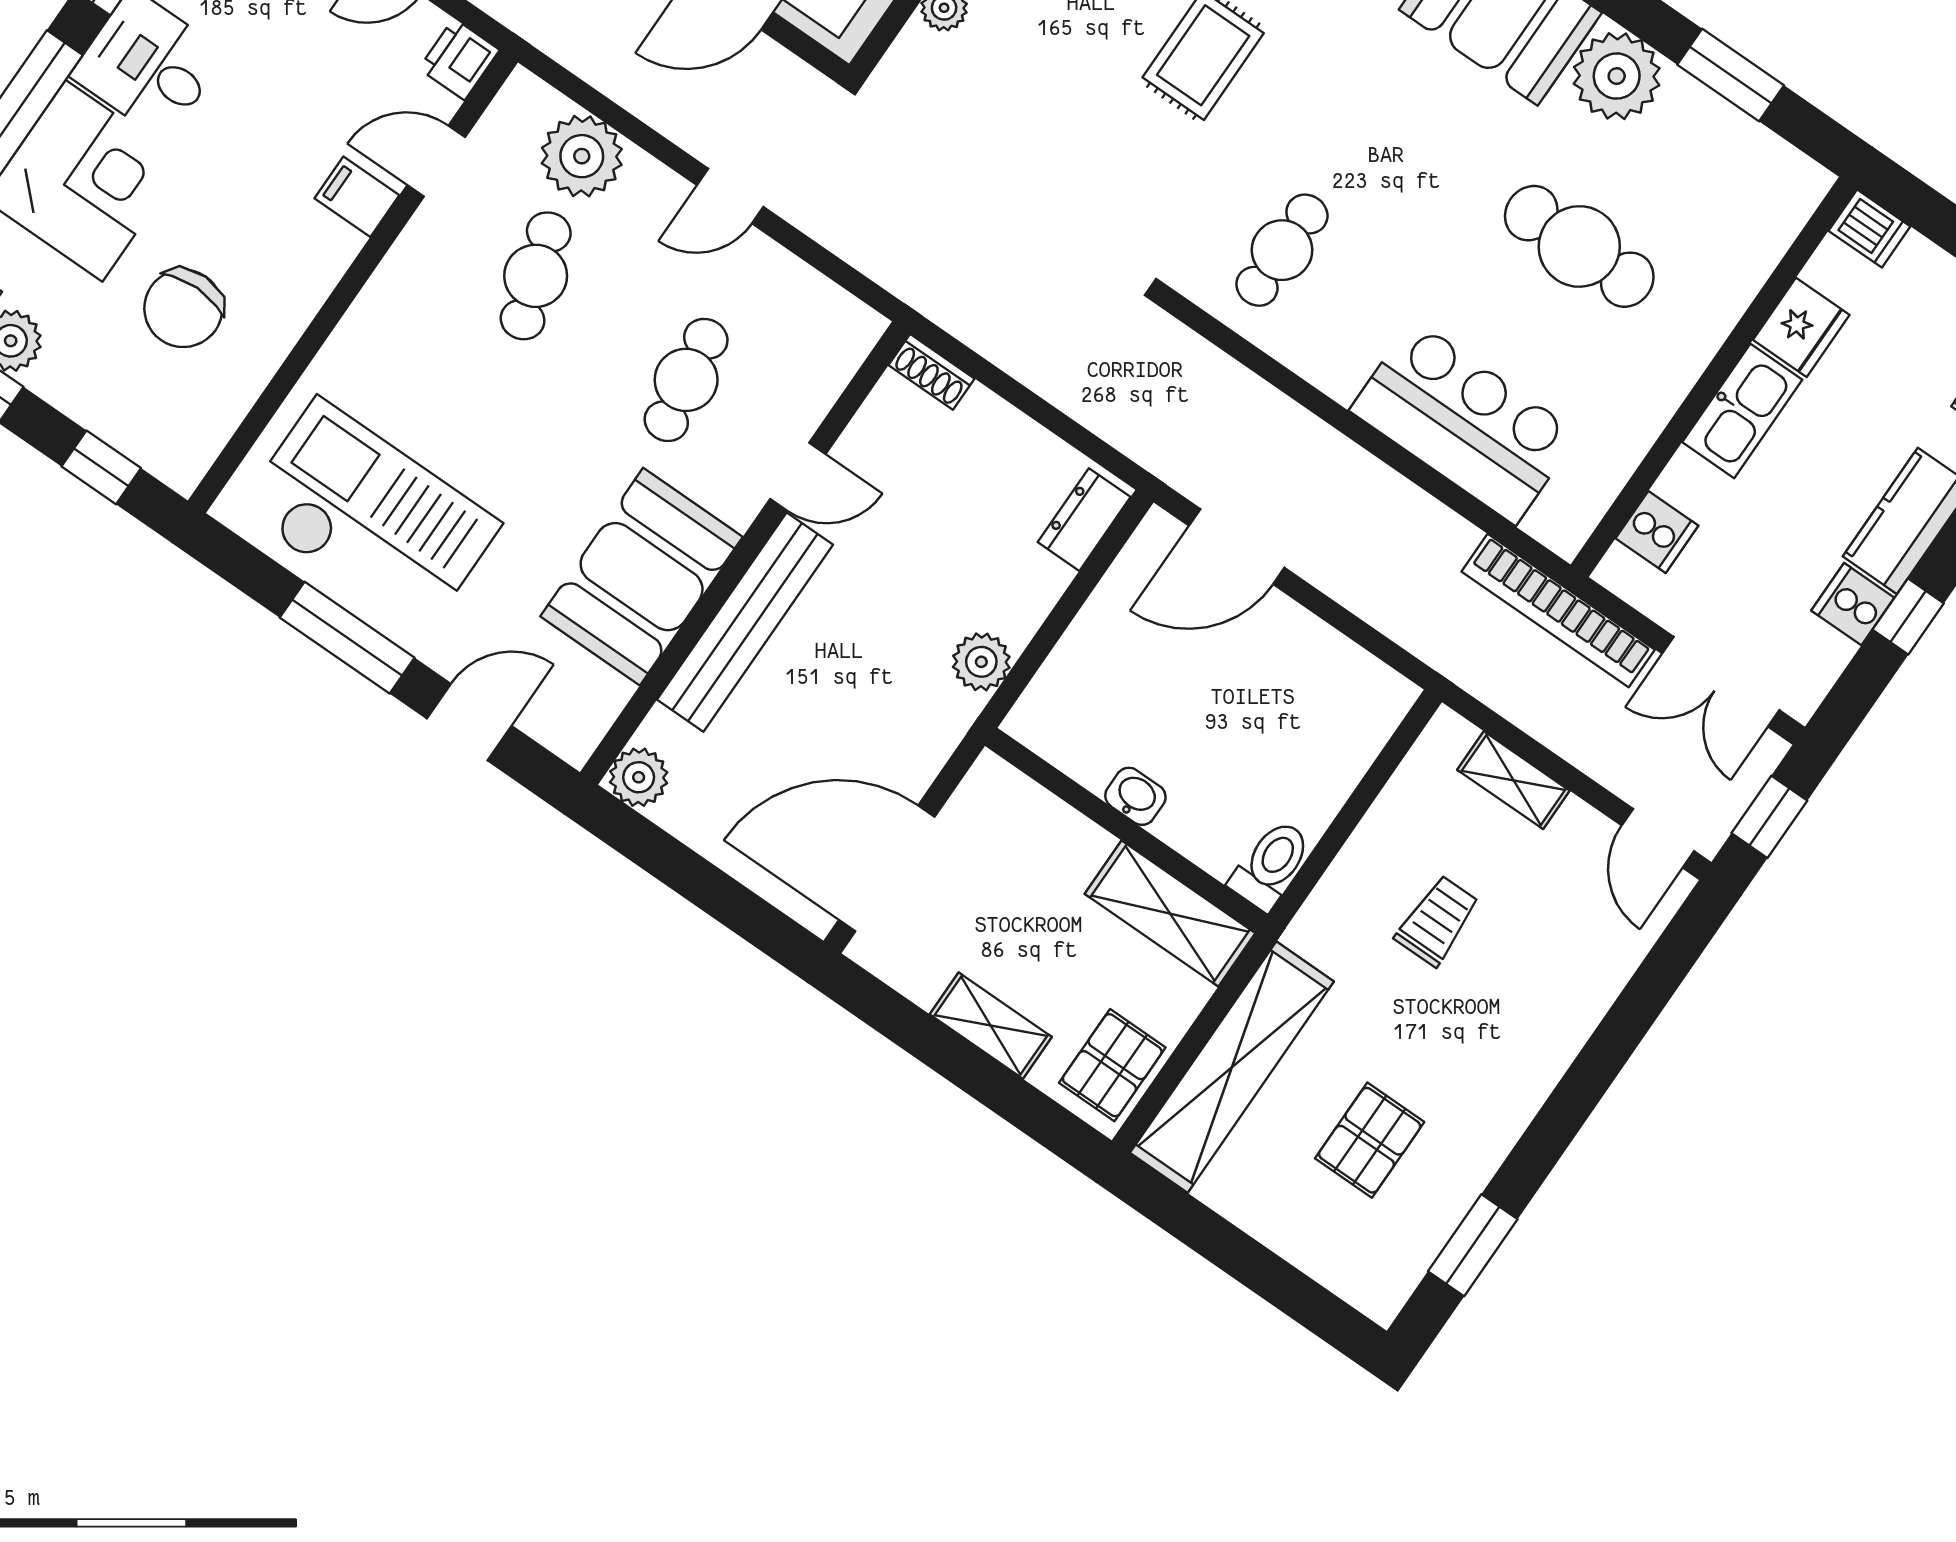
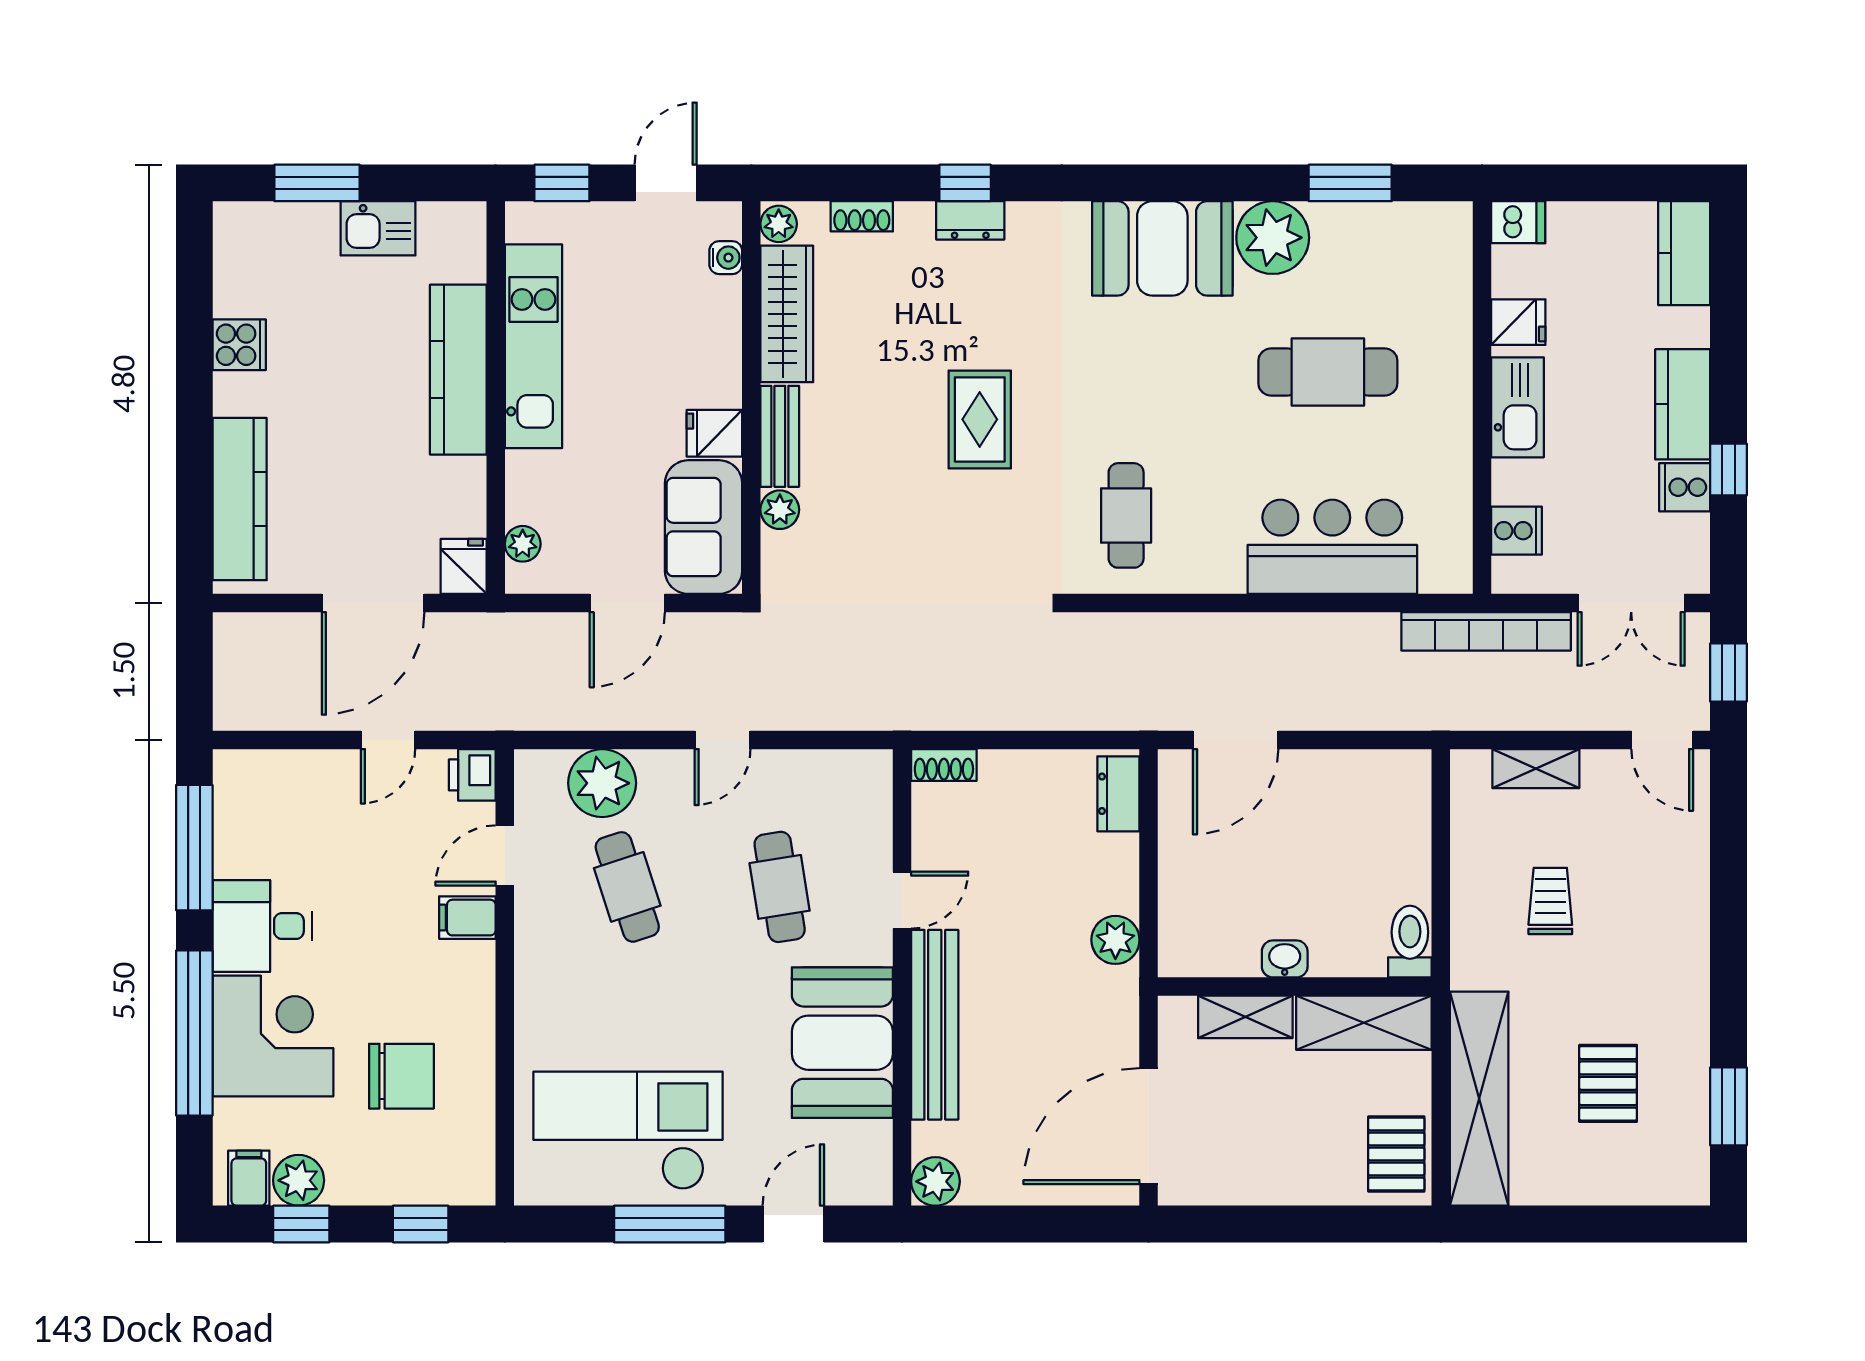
chair: (183, 308) -> (401, 1076), turned -90
fridge: (1801, 327) -> (1518, 322), width x0.72
shelving: (991, 1026) -> (1245, 1017), moved

